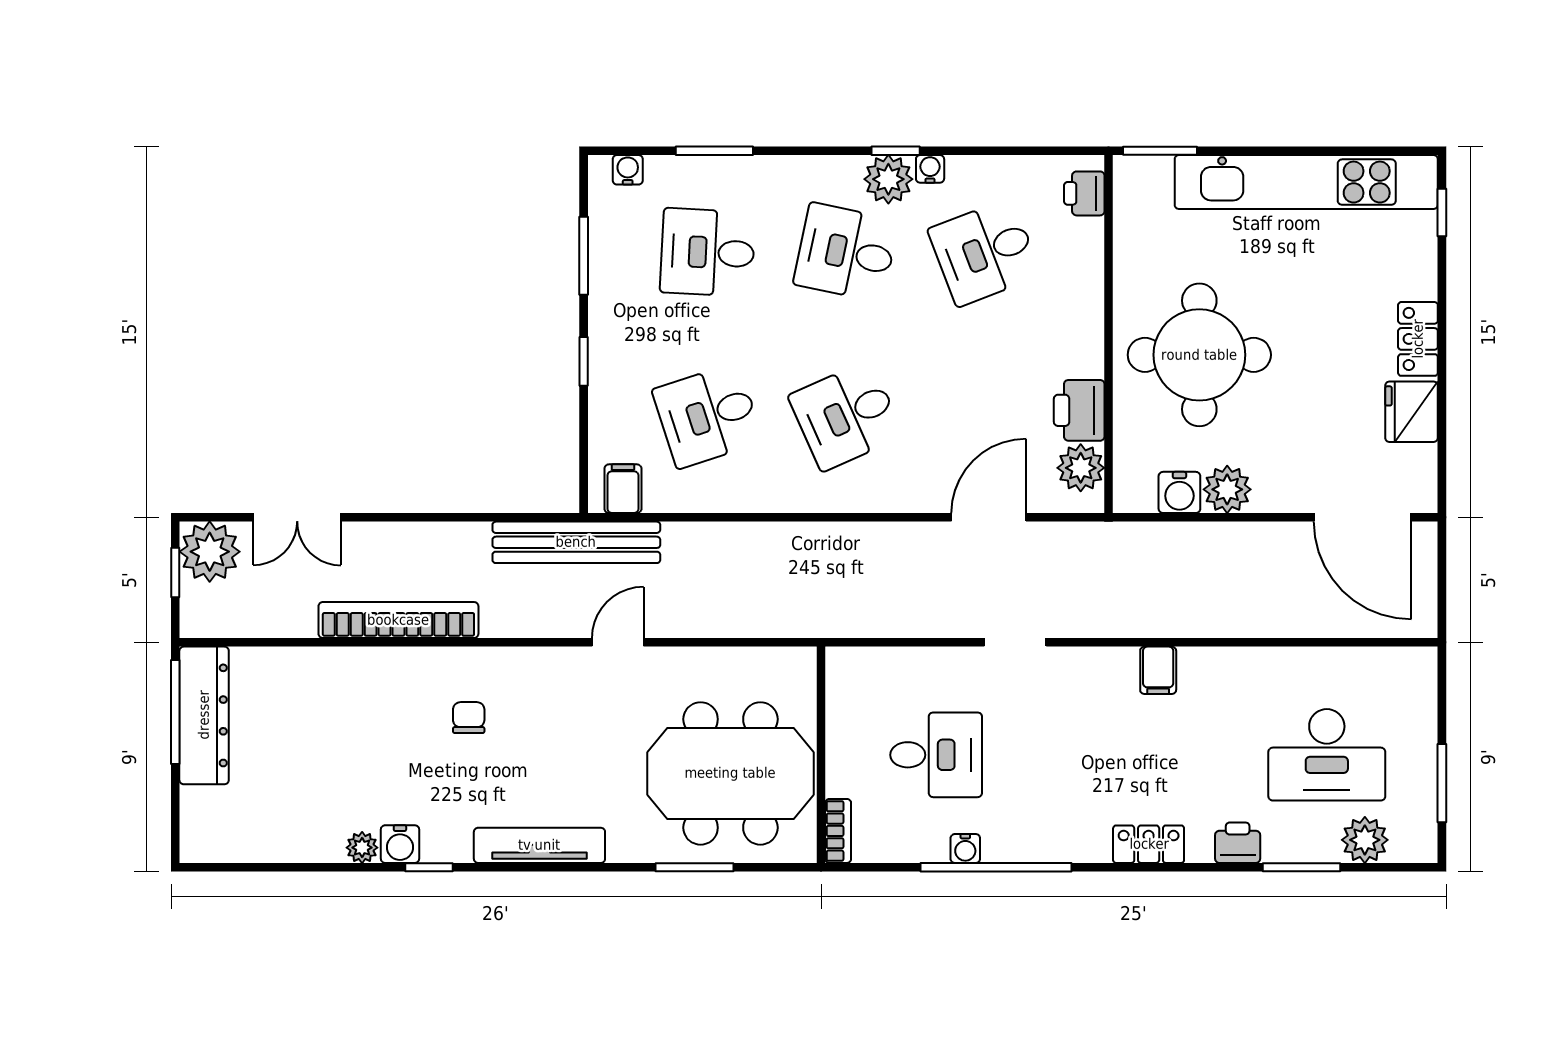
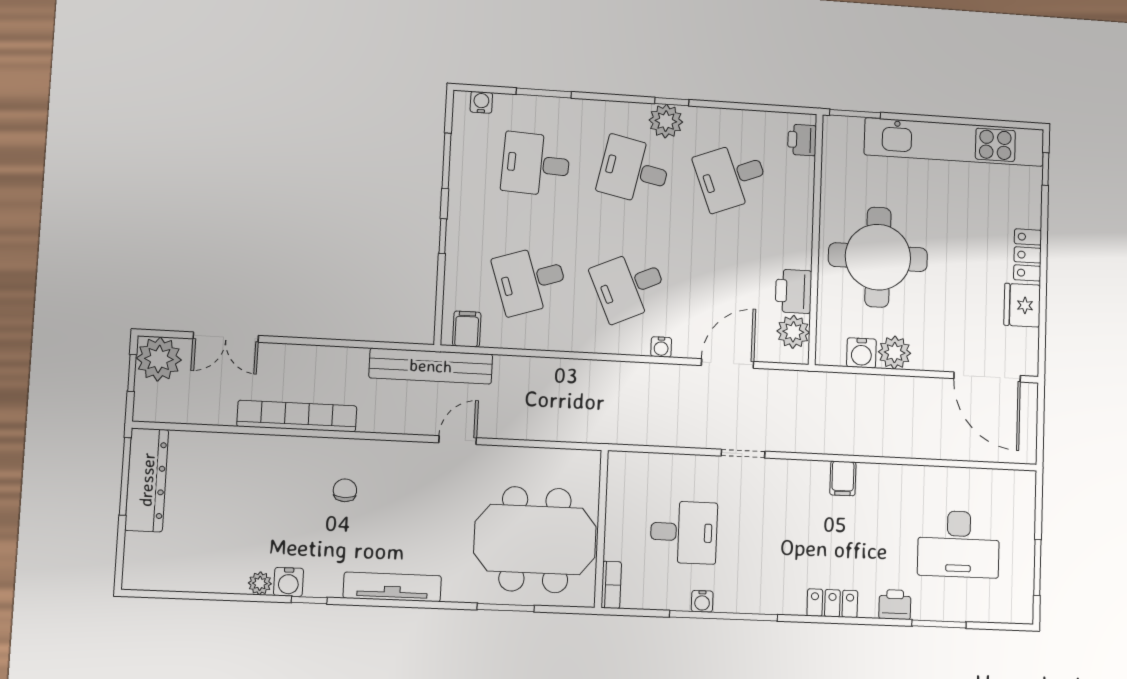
water cooler: (930, 169) -> (661, 347), moved, turned 180
plant: (1365, 840) -> (983, 606), removed

